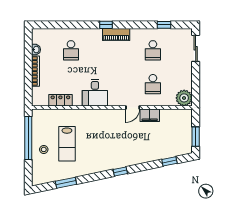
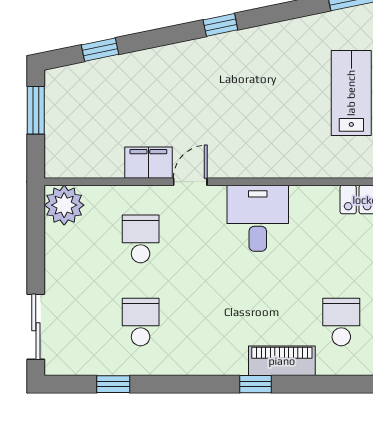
piano: (116, 34) -> (282, 361), moved
desk: (95, 93) -> (258, 218), moved

